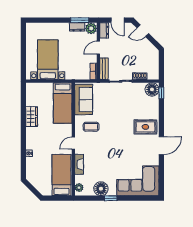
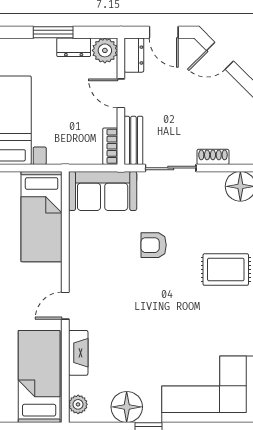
window: (80, 20) -> (53, 32), moved
door: (98, 48) -> (121, 93), hinge flipped
sofa: (84, 100) -> (103, 191), moved, turned 90
armchair: (113, 116) -> (154, 245), added
coffee table: (91, 127) -> (105, 269), removed

